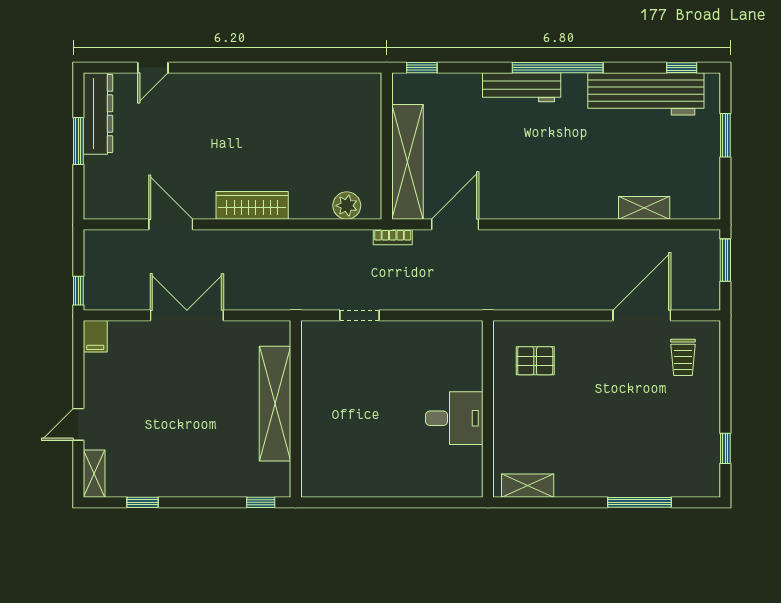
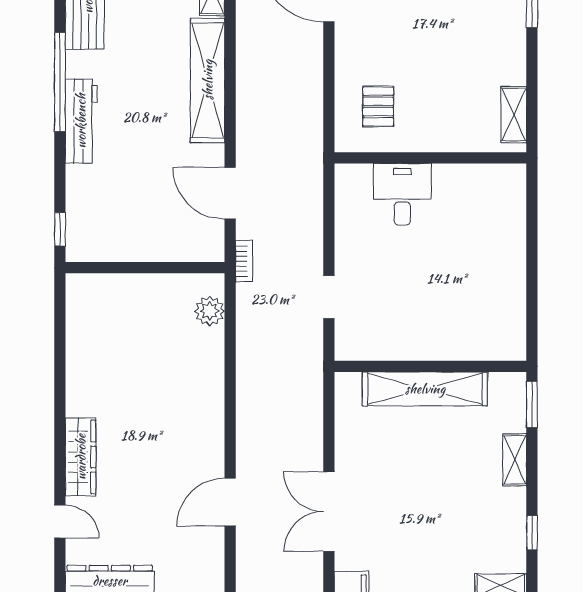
shelving: (407, 162) -> (208, 80), moved, turned 90
wardrobe: (252, 205) -> (81, 457), moved, turned 180
double door: (187, 315) -> (329, 512), moved
desk: (454, 418) -> (402, 194), moved
shelving: (210, 486) -> (515, 460), added
window: (261, 502) -> (532, 404), width x1.50

